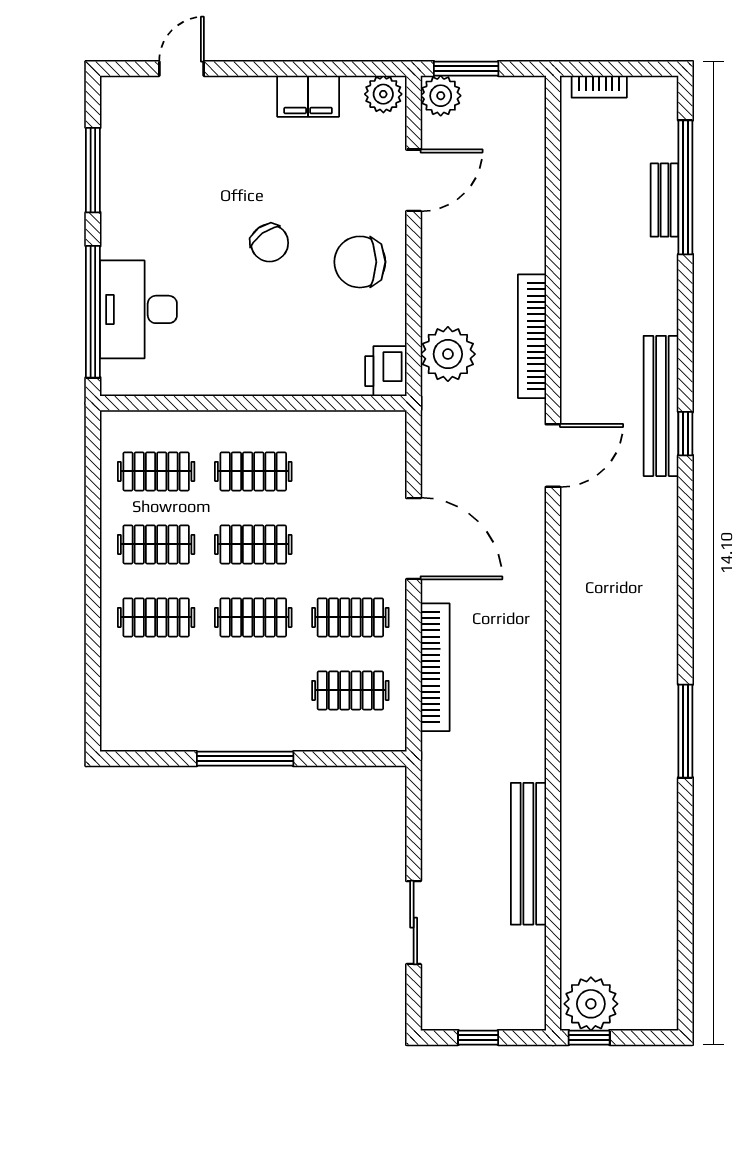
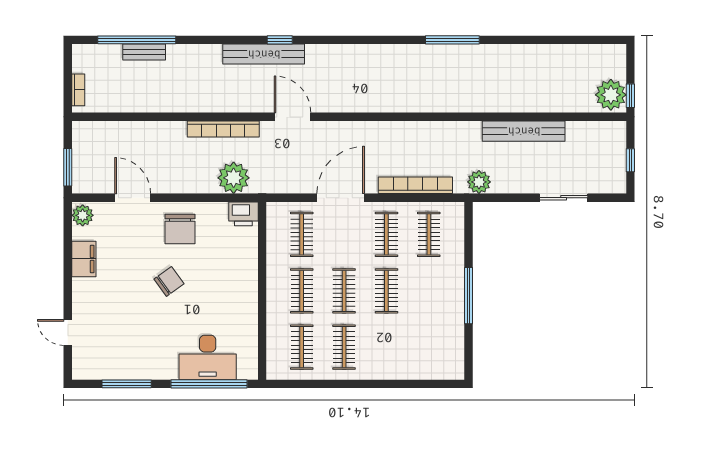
plant: (441, 96) -> (479, 182), moved
clothes rail: (156, 617) -> (302, 234), moved

